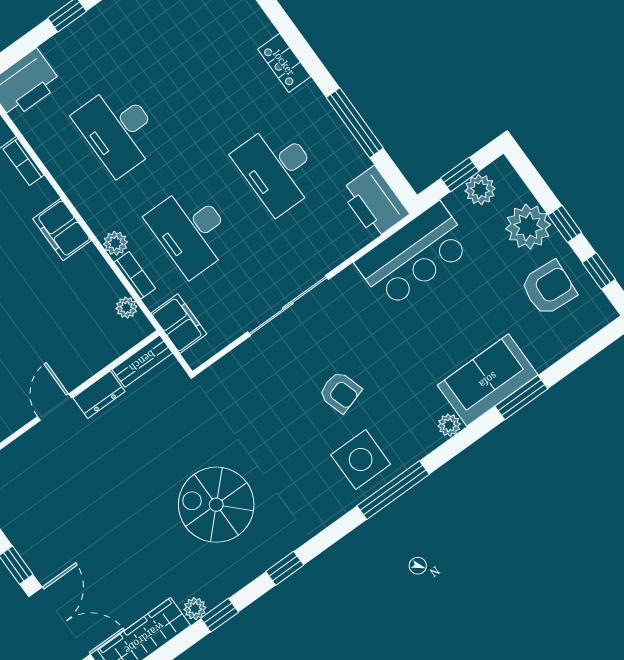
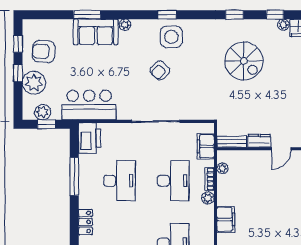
armchair: (340, 392) -> (160, 71), turned -119
window: (393, 490) -> (167, 15), width x0.46

